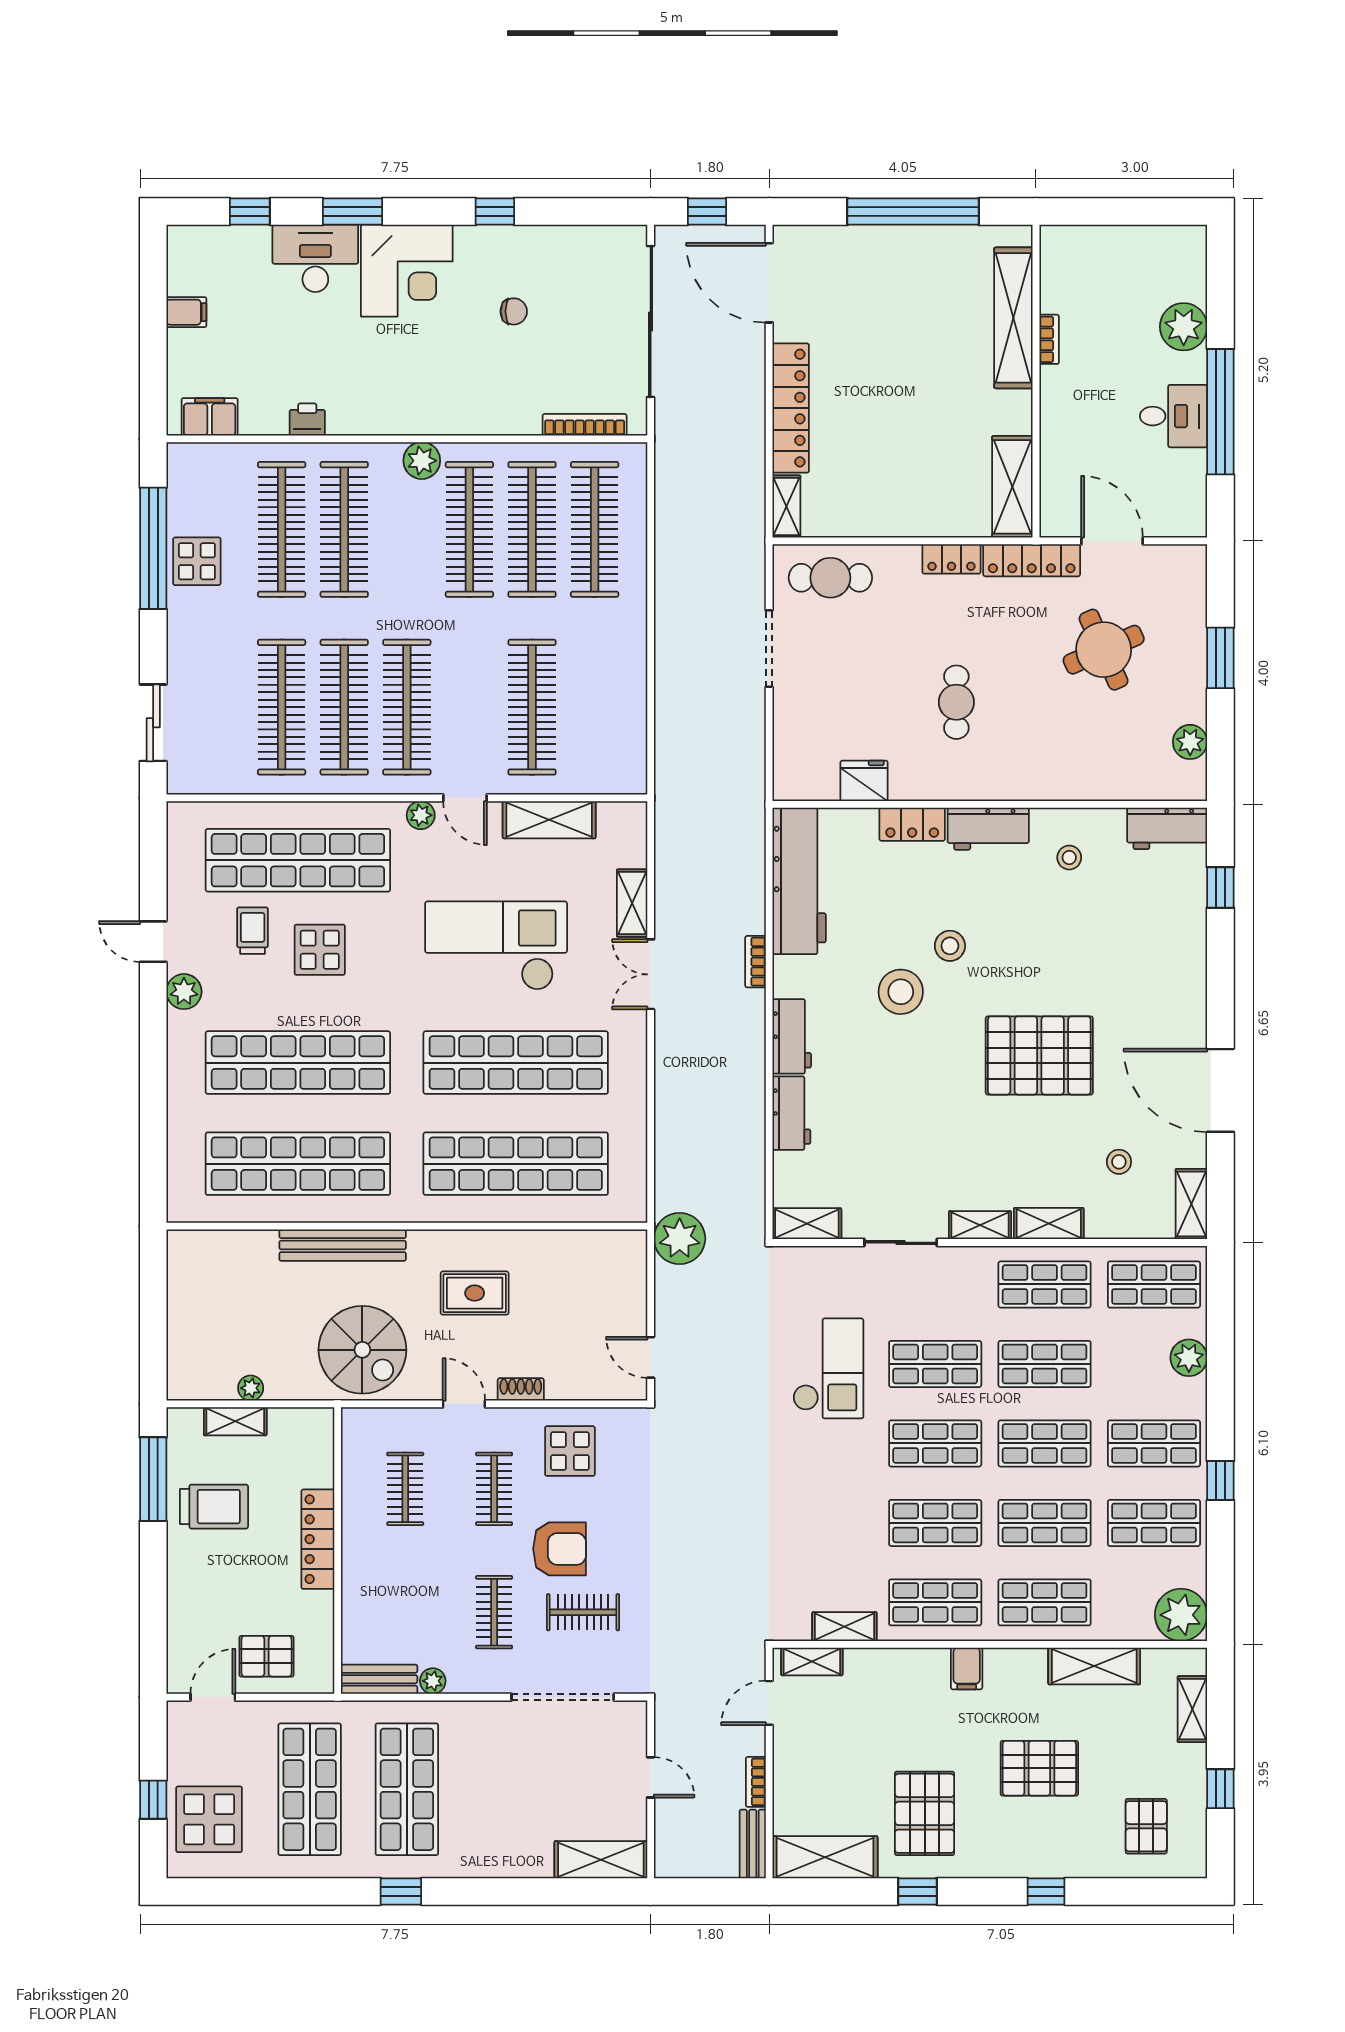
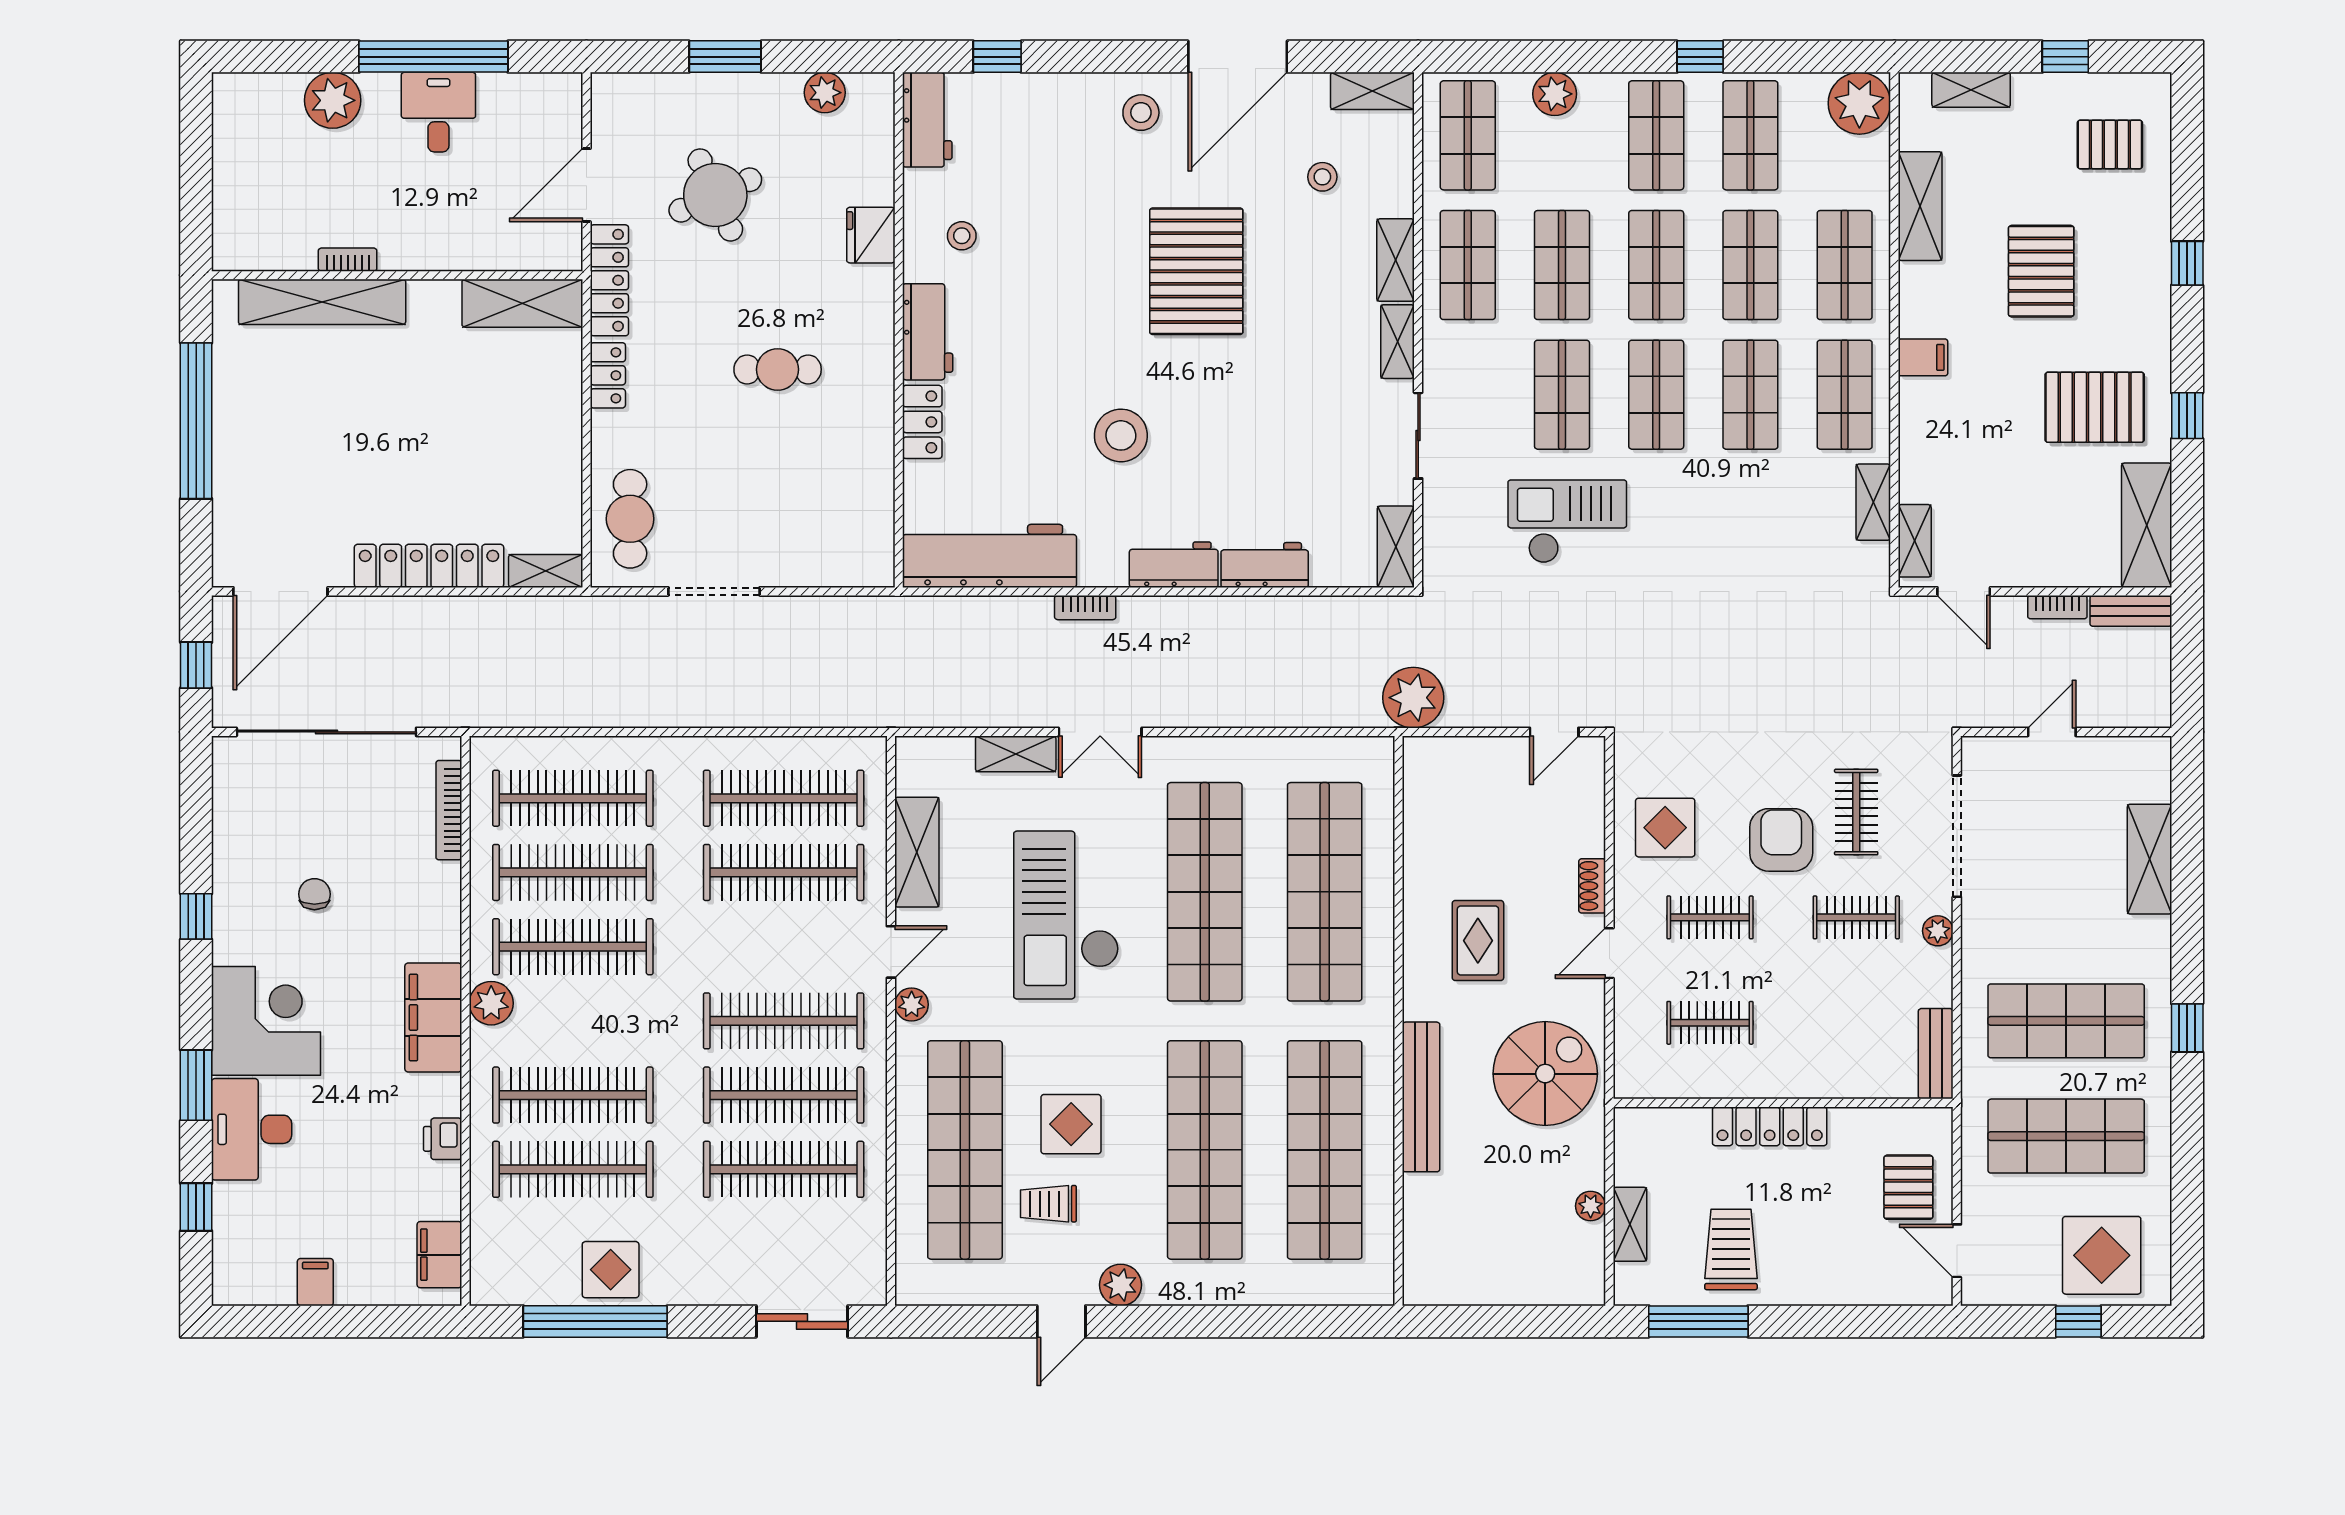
filing cabinet: (410, 412) -> (433, 1018), added
clothes rail: (595, 707) -> (784, 798), added
fridge: (864, 781) -> (871, 235), moved
stool: (950, 946) -> (1141, 113), moved
plant: (433, 1681) -> (1938, 931), moved
shelving: (601, 1860) -> (2150, 859), moved

